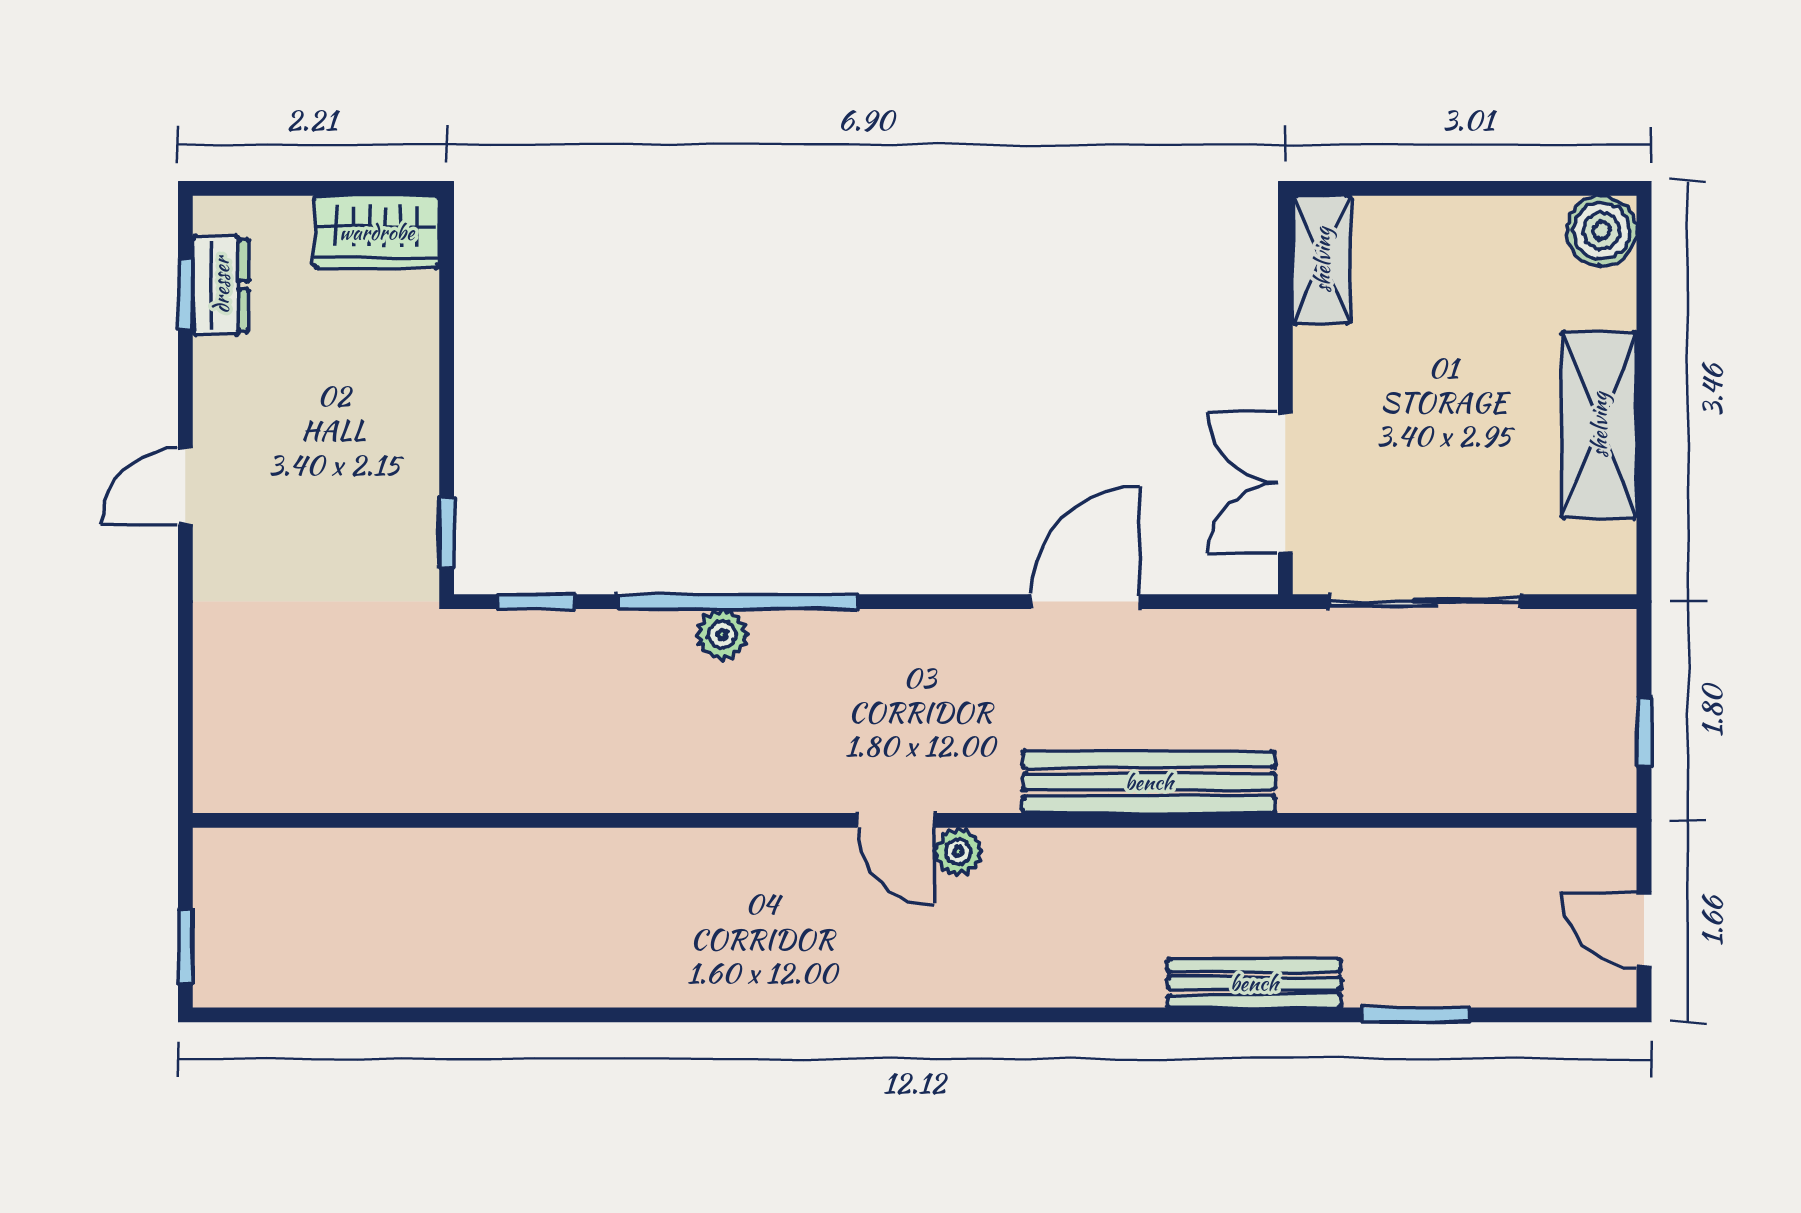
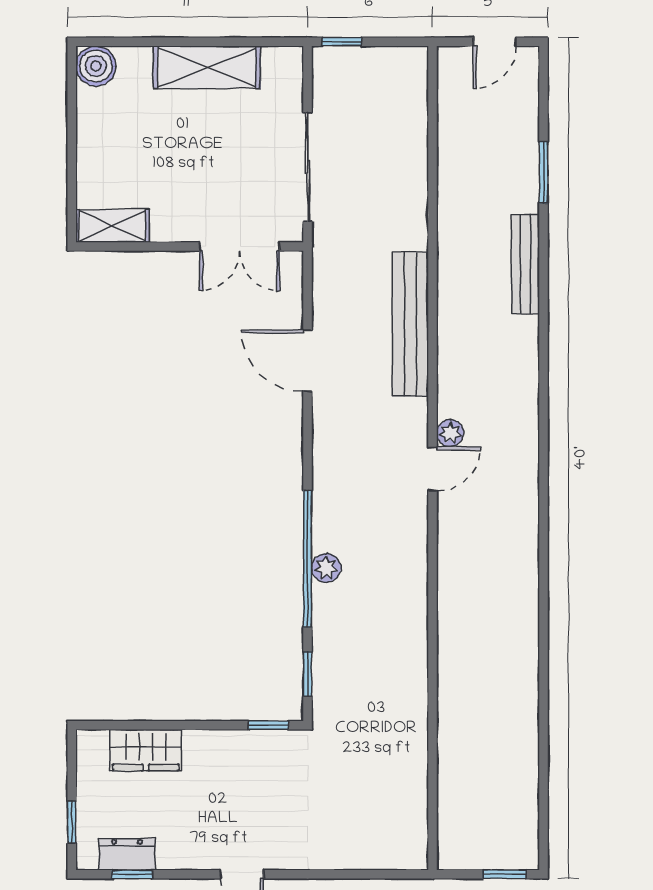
window: (277, 188) -> (72, 822), added
wardrobe: (377, 232) -> (146, 750), moved, turned 90
window: (1644, 732) -> (342, 42), moved

